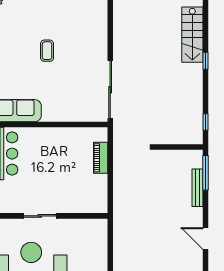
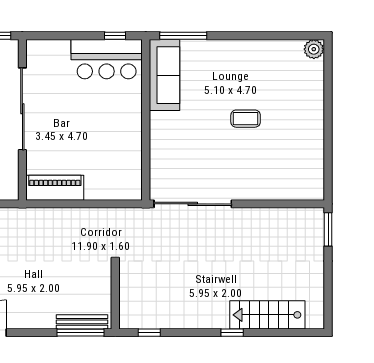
piano: (101, 158) -> (55, 188), moved, width x1.37, depth x1.33
bench: (197, 188) -> (82, 322), moved
sliding door: (40, 216) -> (22, 109), width x1.86

